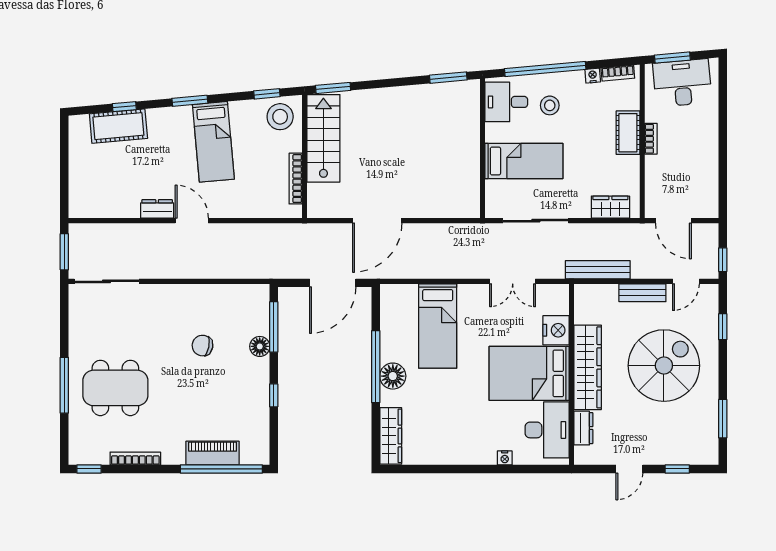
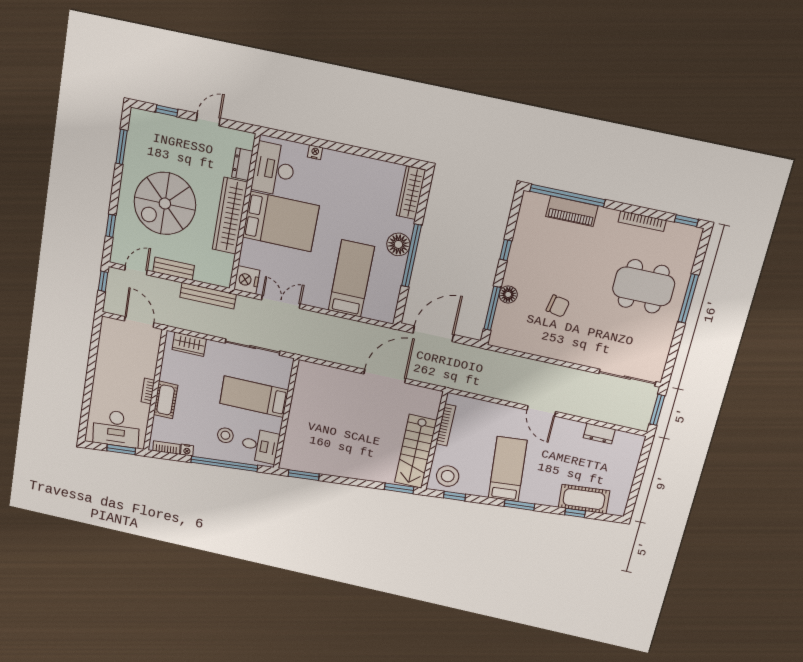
dresser: (157, 209) -> (599, 434), moved
nightstand: (556, 330) -> (247, 280), moved

